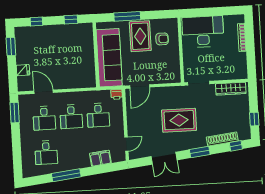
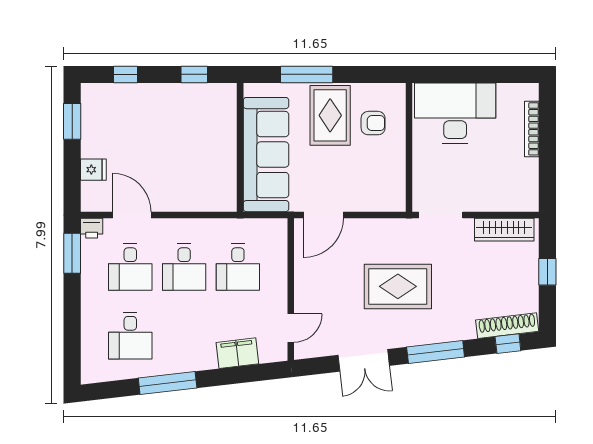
printer: (117, 94) -> (92, 228), moved
window: (254, 119) -> (547, 272), moved
shoe rack: (222, 139) -> (507, 326), moved
window: (200, 152) -> (436, 352), width x1.44

